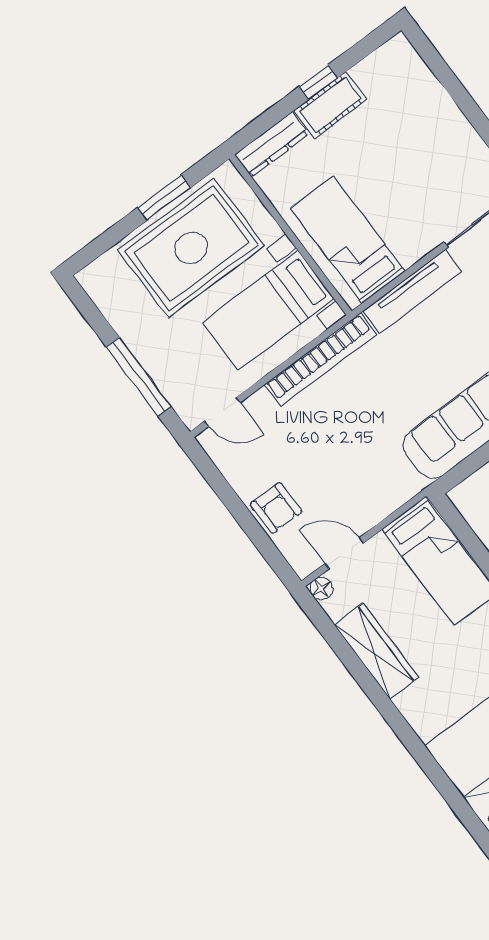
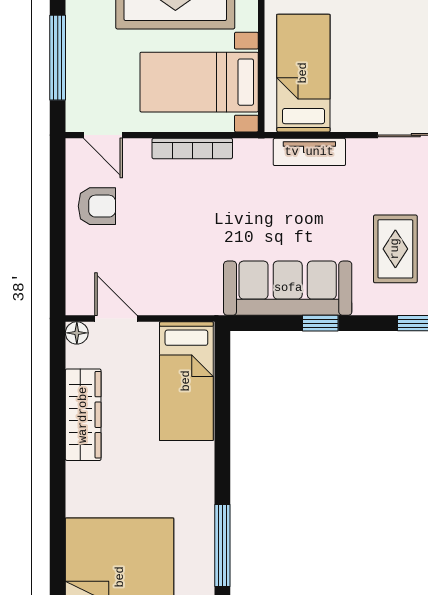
tv unit: (412, 291) -> (309, 152), width x0.71
bookcase: (321, 359) -> (192, 149), width x0.68, depth x0.76
armchair: (276, 508) -> (97, 206), moved, turned -90

